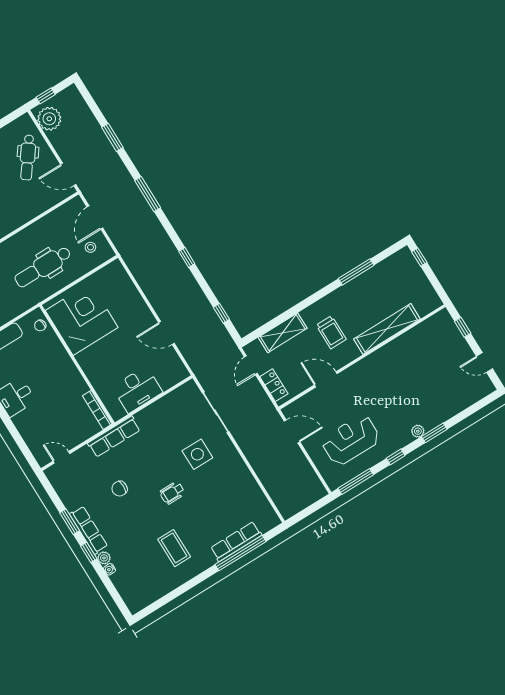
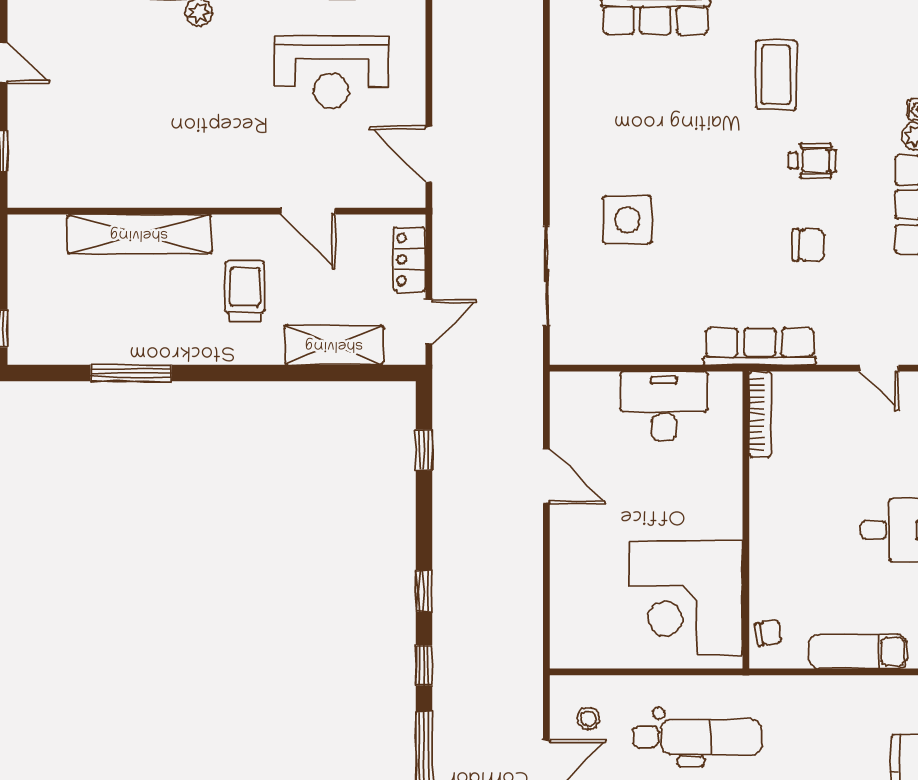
window: (169, 228) -> (424, 665), added
wheelchair: (172, 493) -> (812, 161), moved

